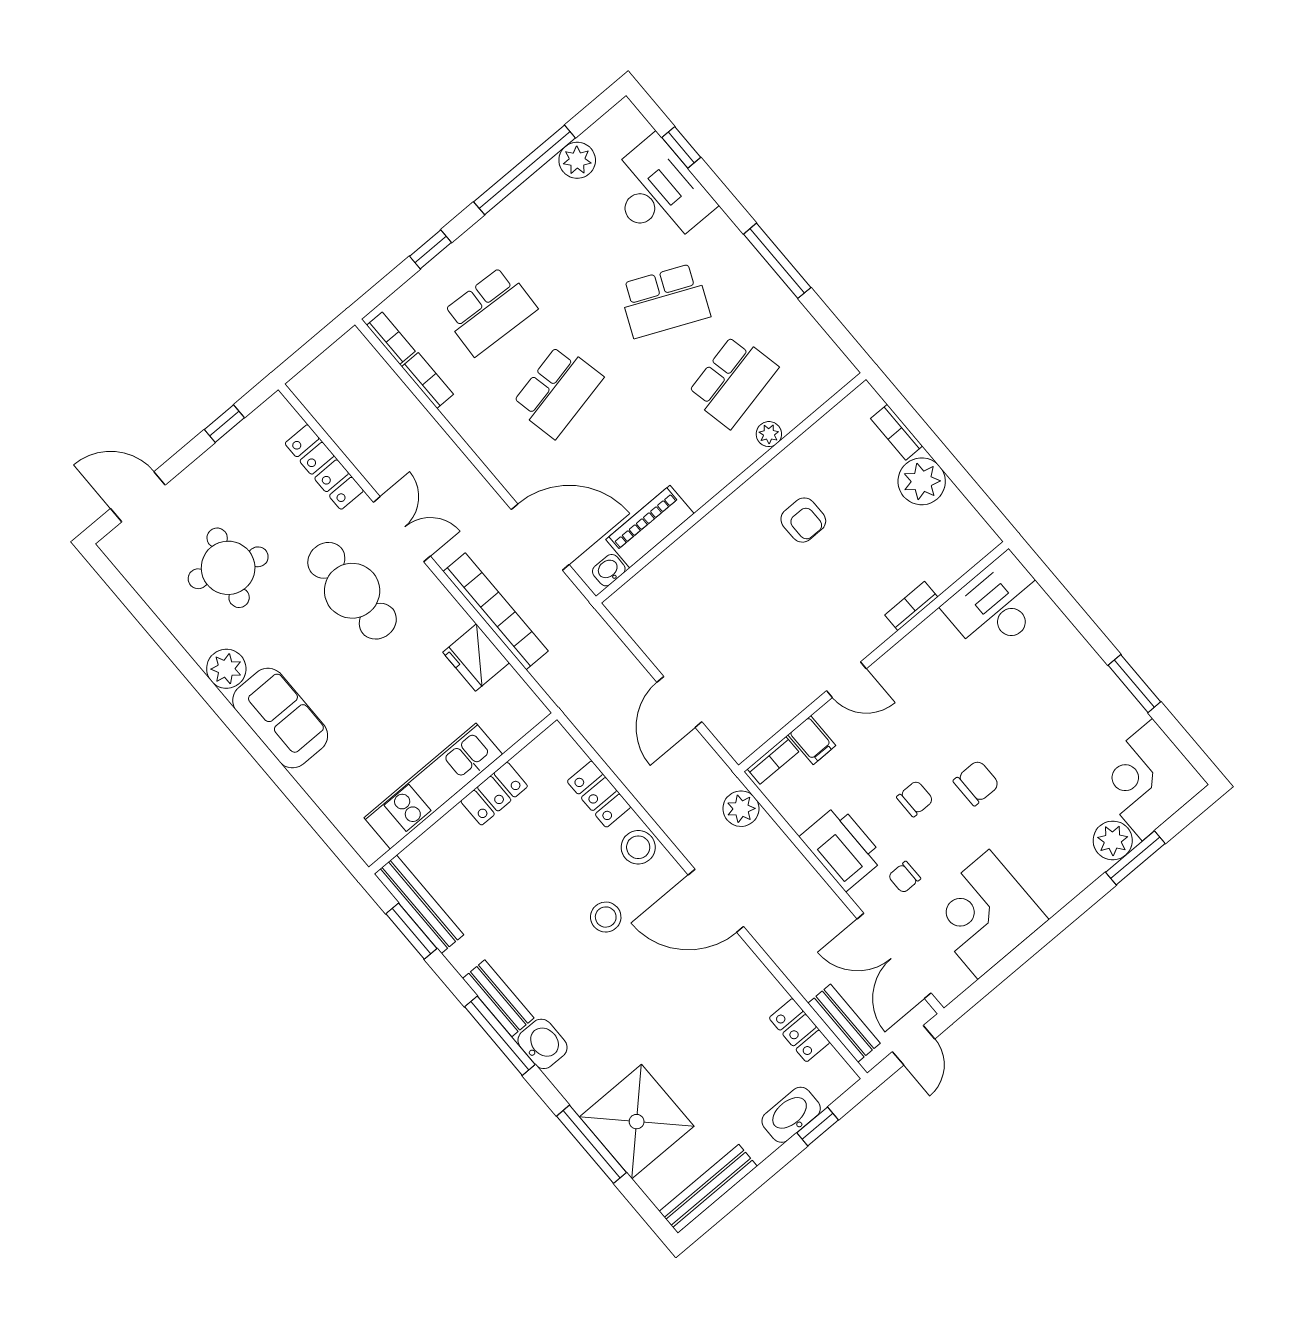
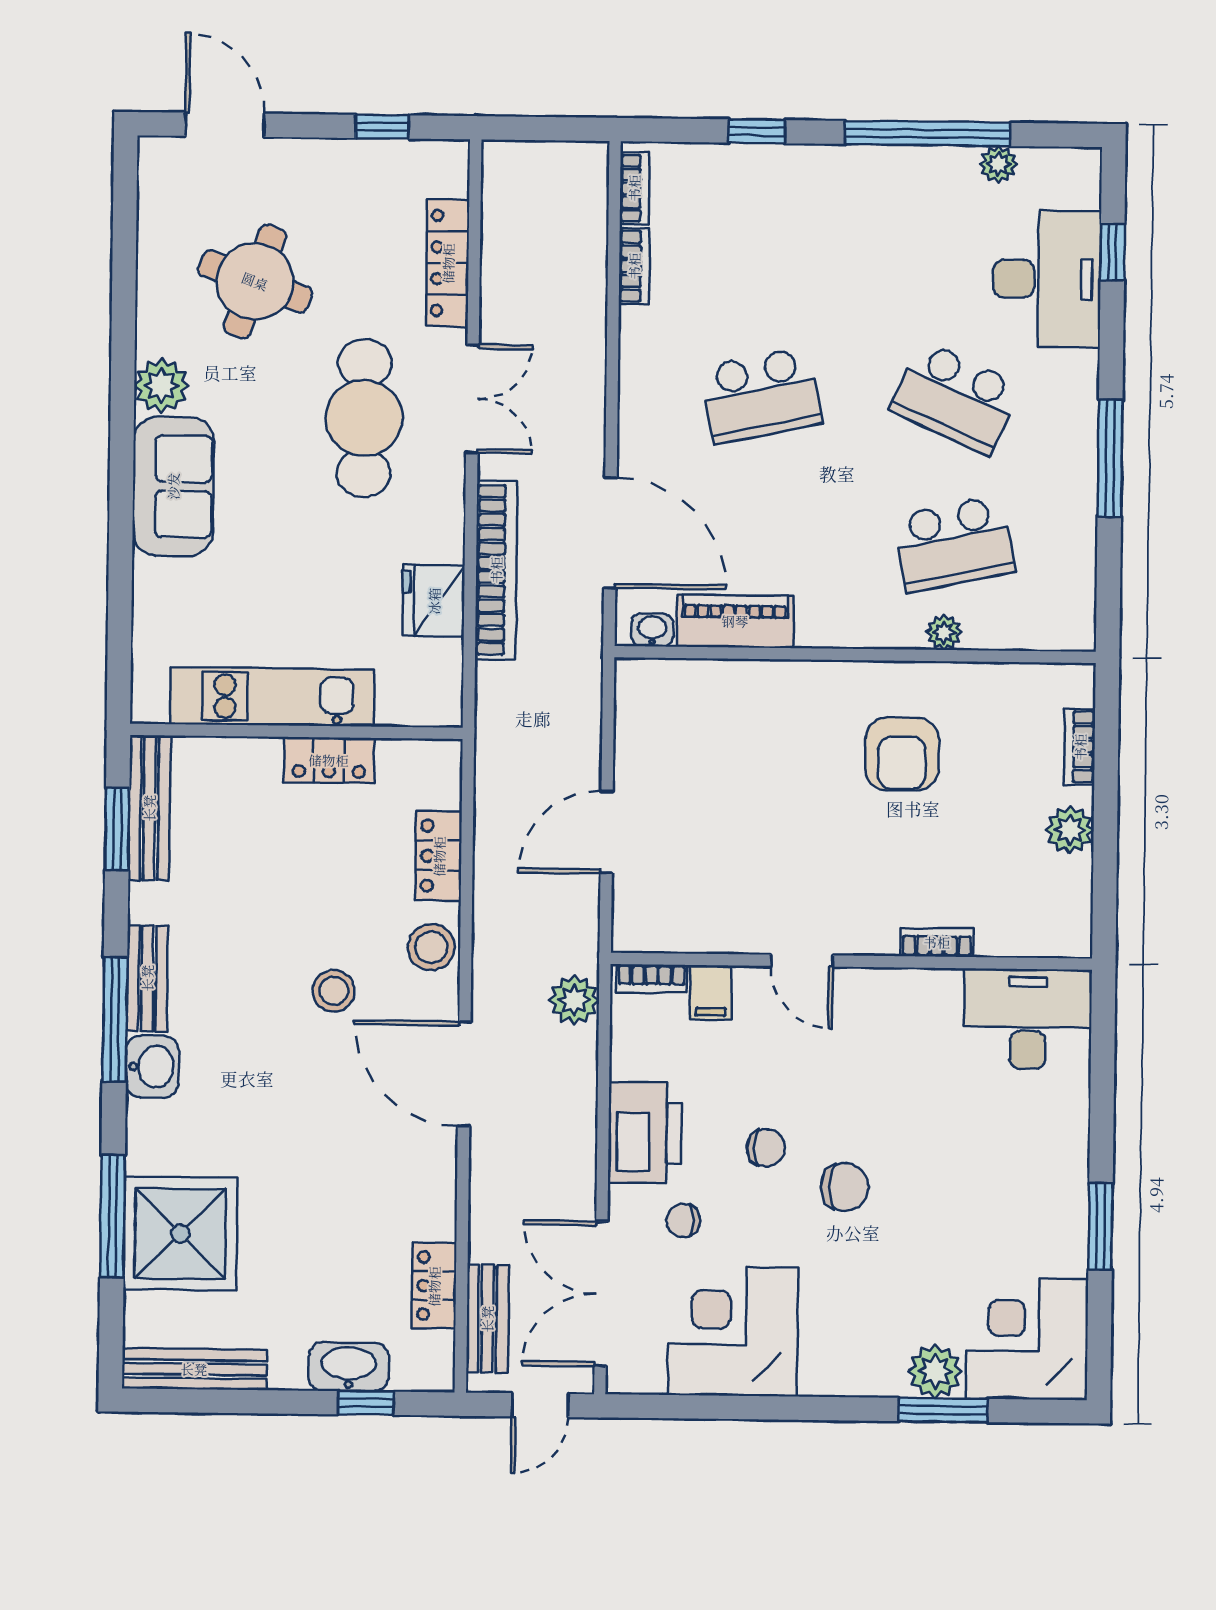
plant: (577, 160) -> (999, 164), width x0.73, depth x0.73
school desk: (489, 311) -> (763, 249), removed
plant: (922, 481) -> (1070, 830), width x0.73, depth x0.73
armchair: (803, 520) -> (902, 754), width x1.38, depth x1.38

